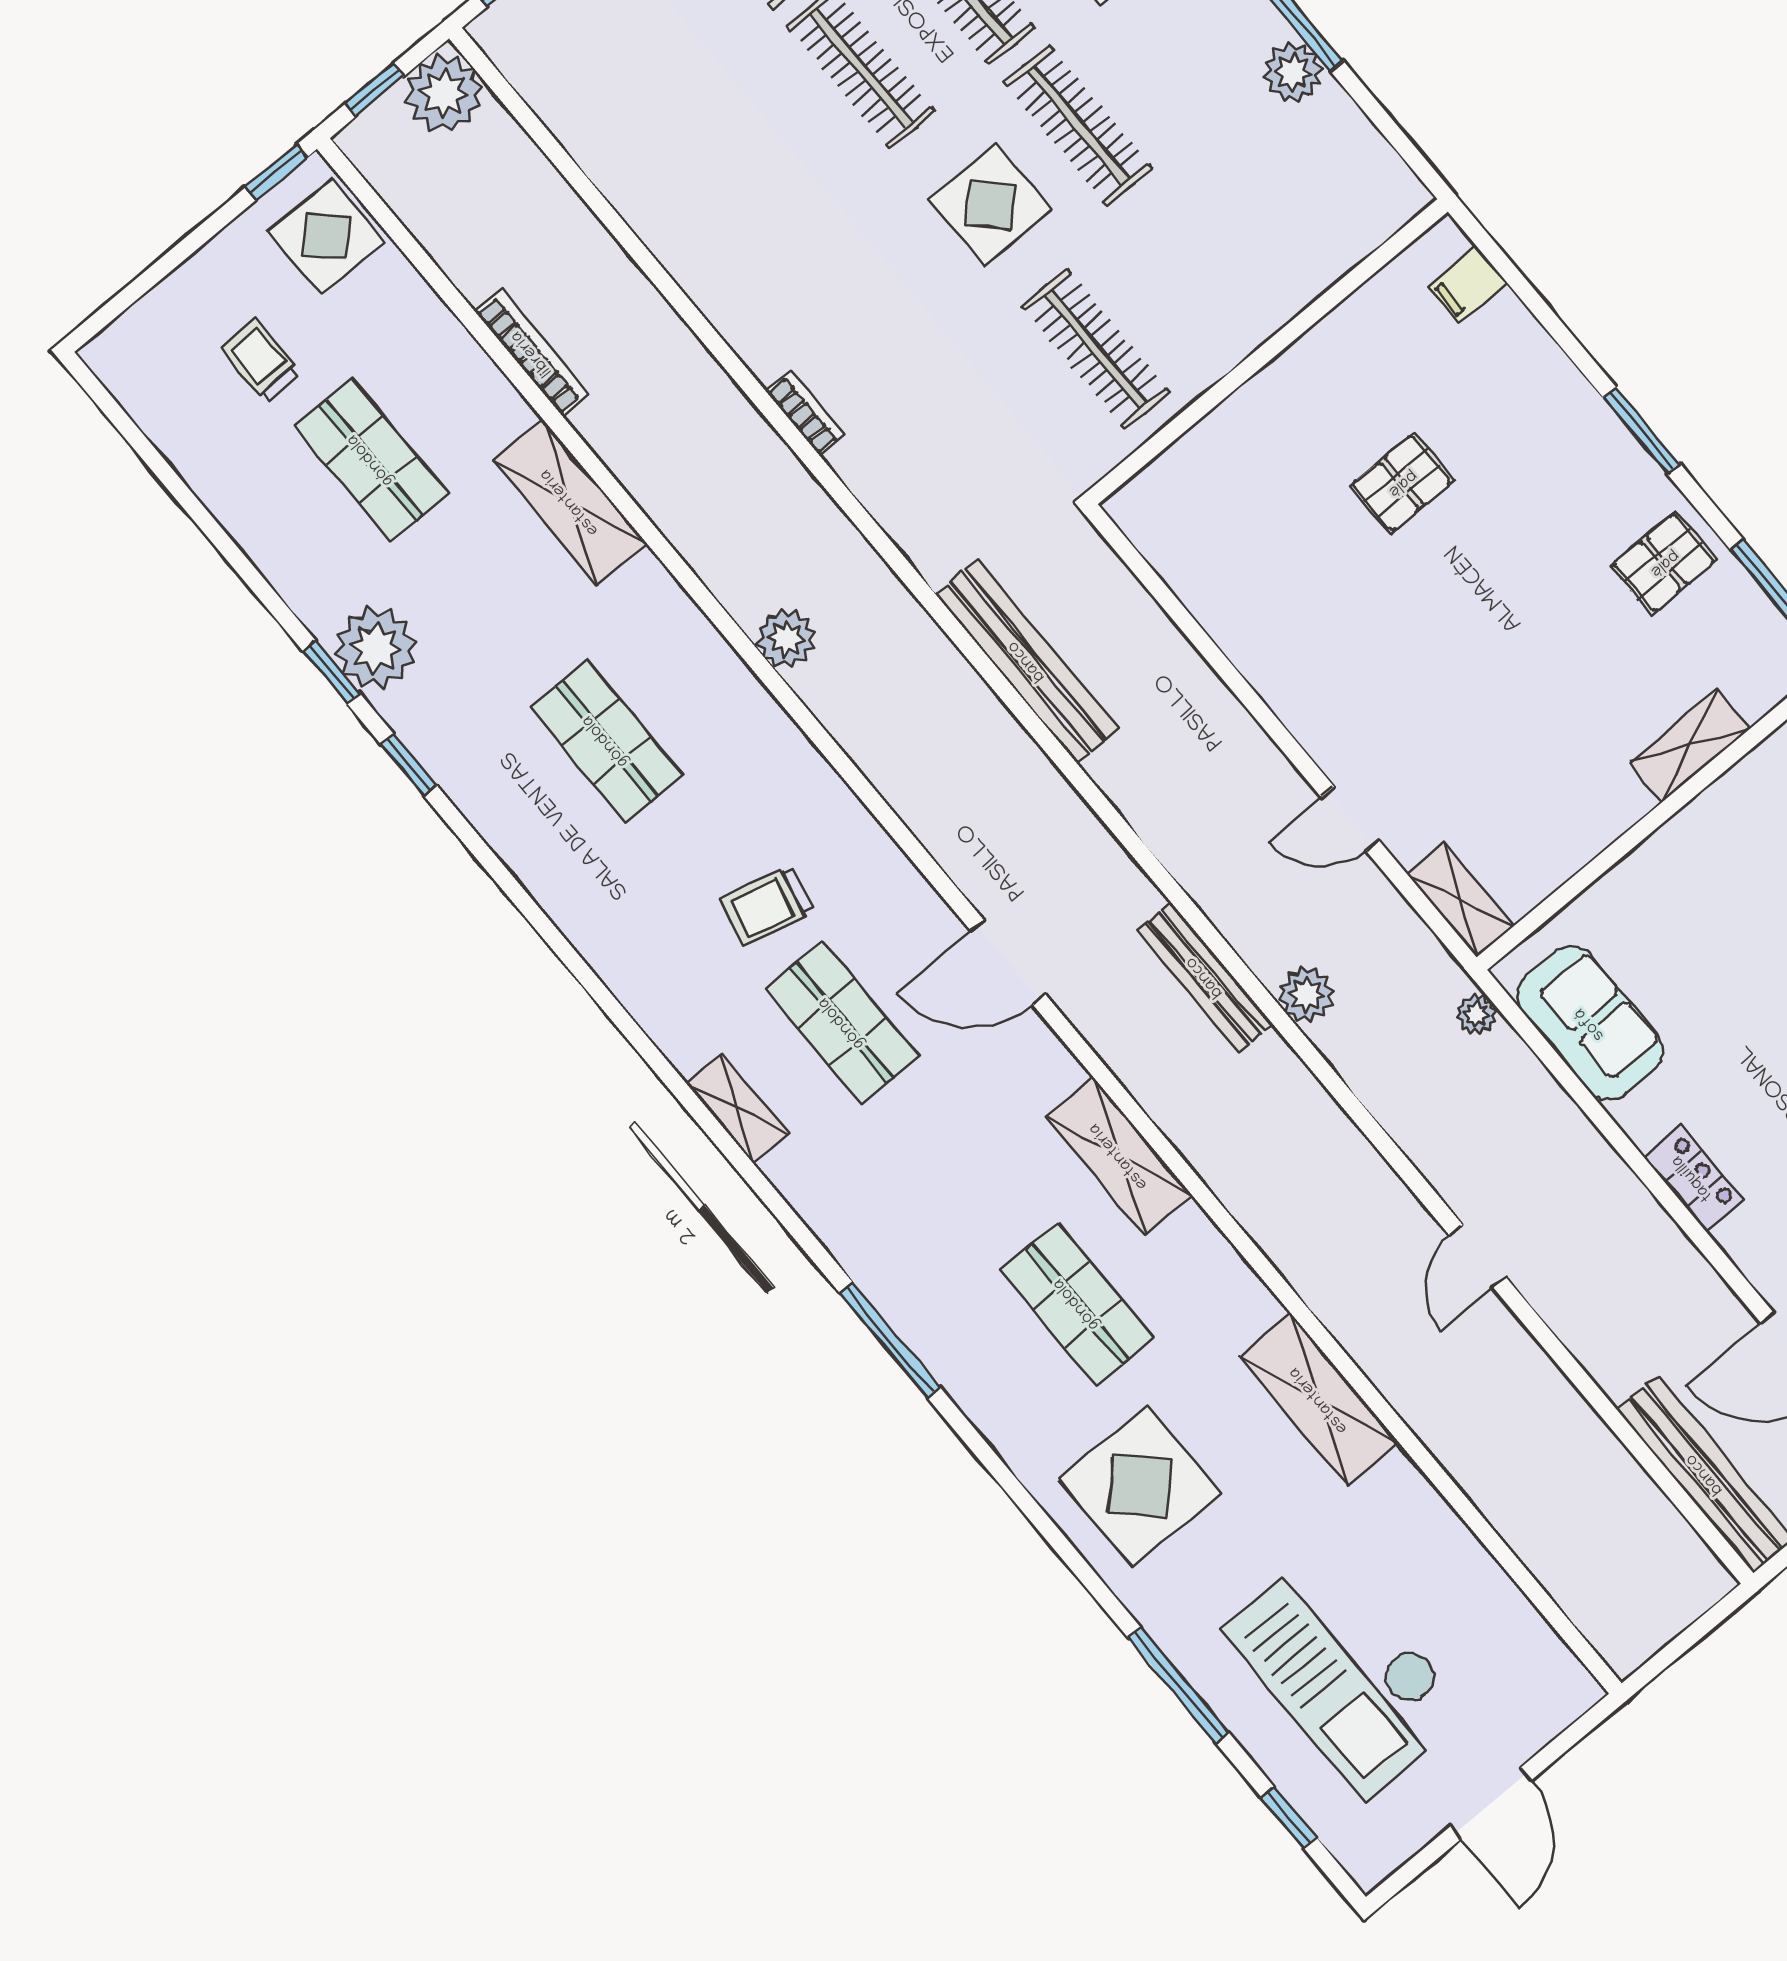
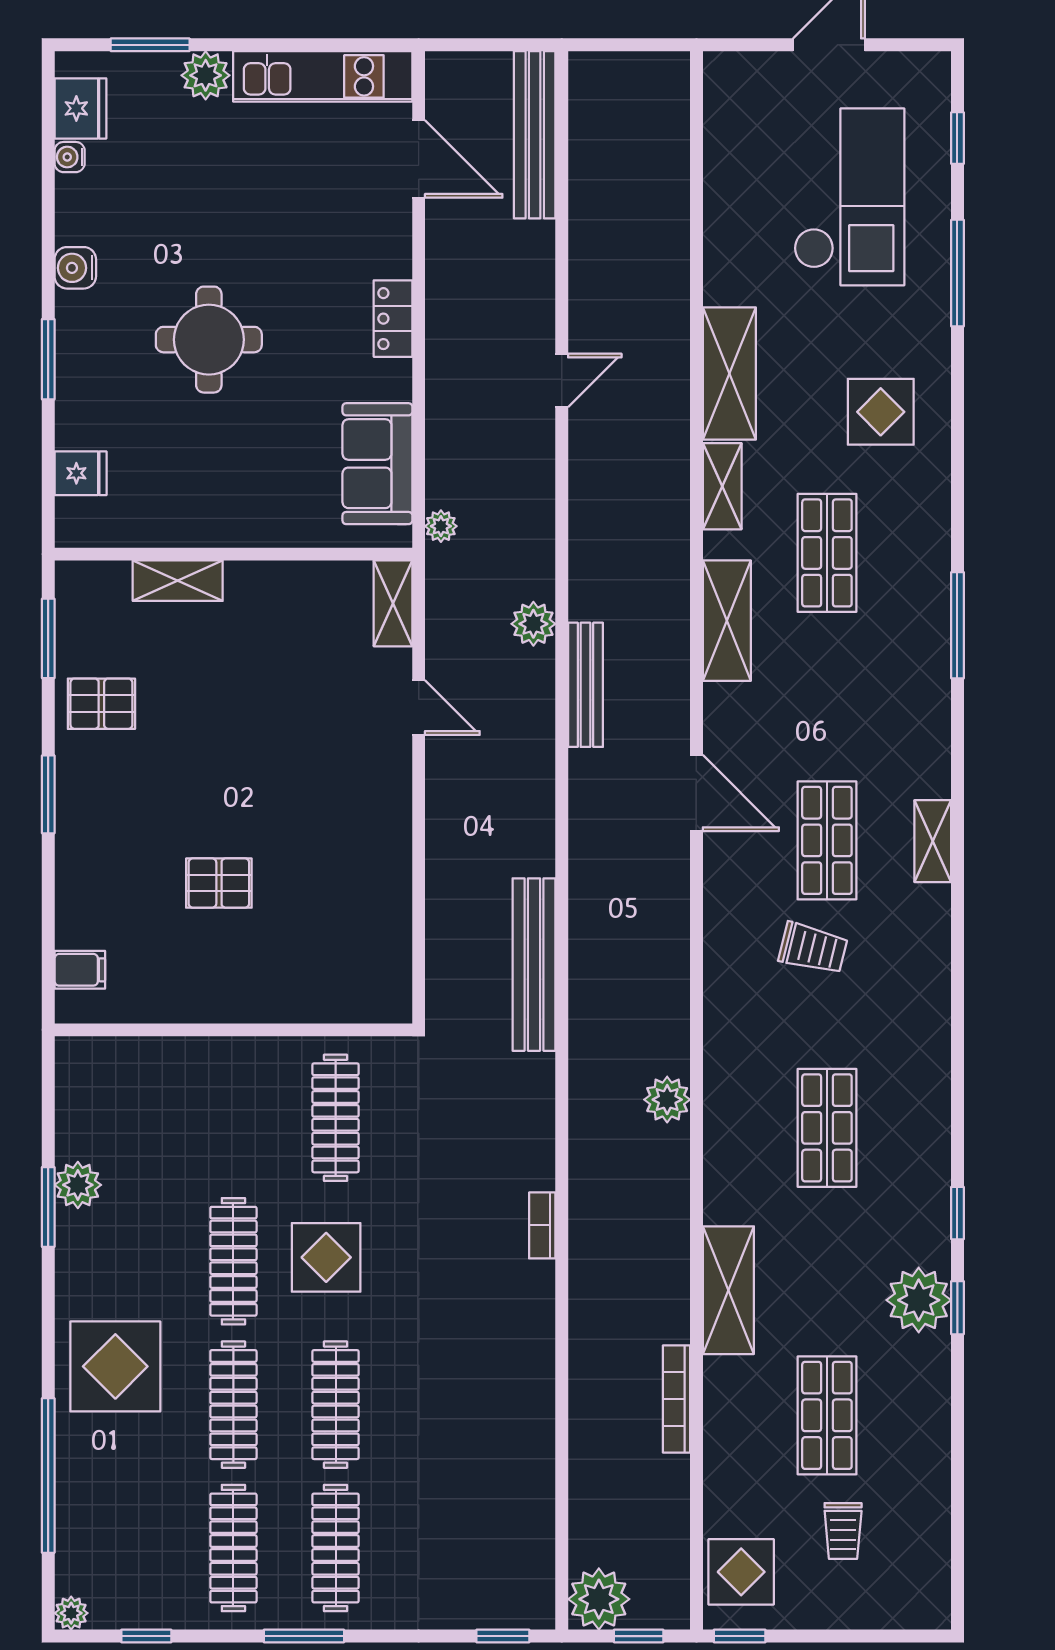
shelving: (1234, 1284) -> (722, 486), added
display table: (1140, 1486) -> (881, 412), width x0.73, depth x0.73

